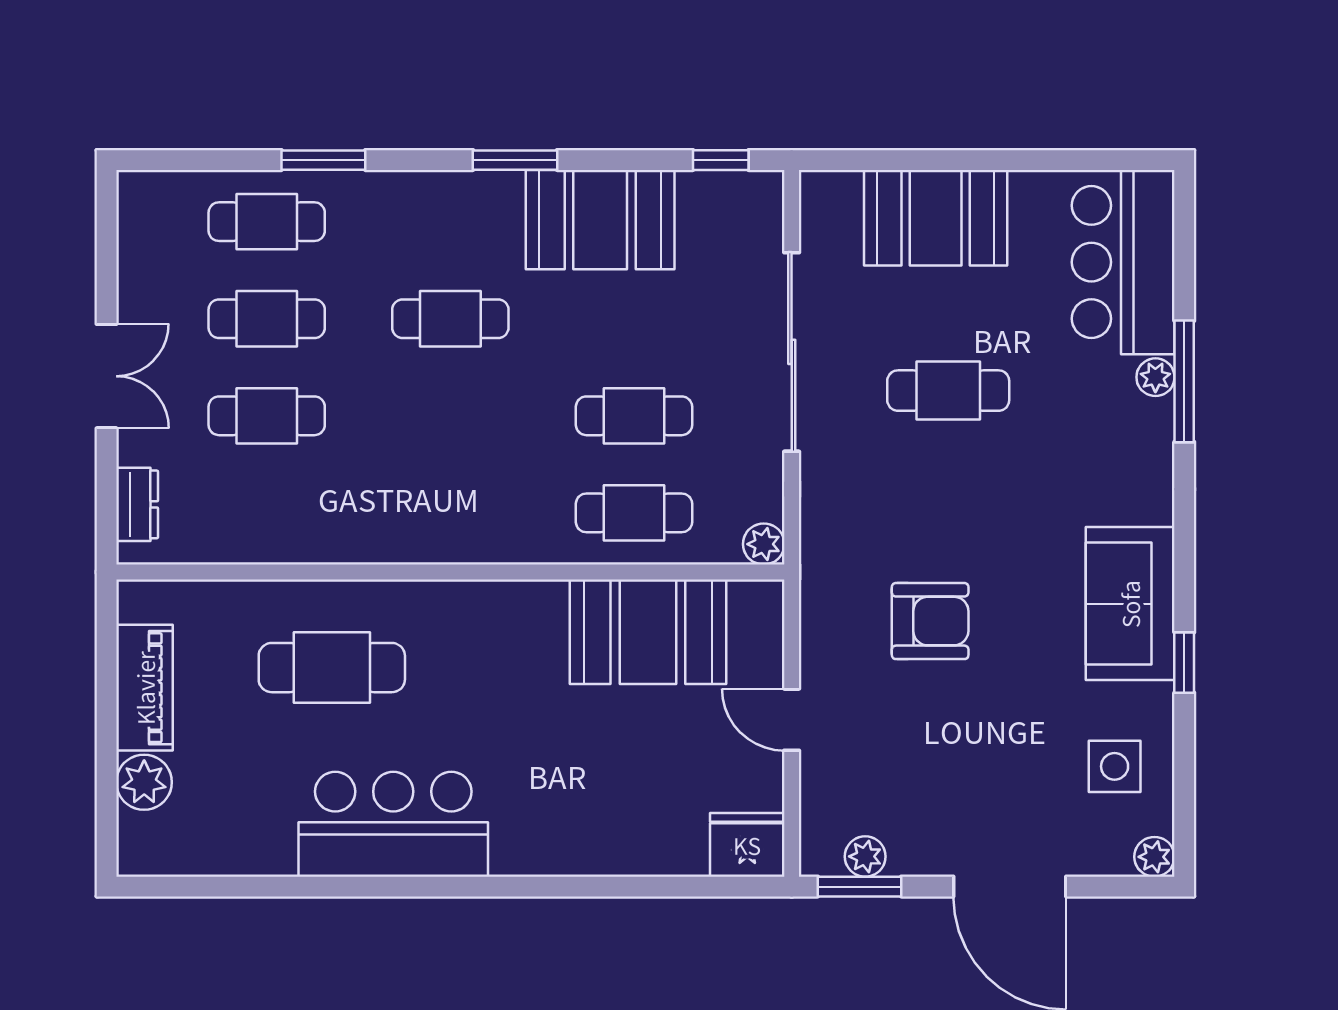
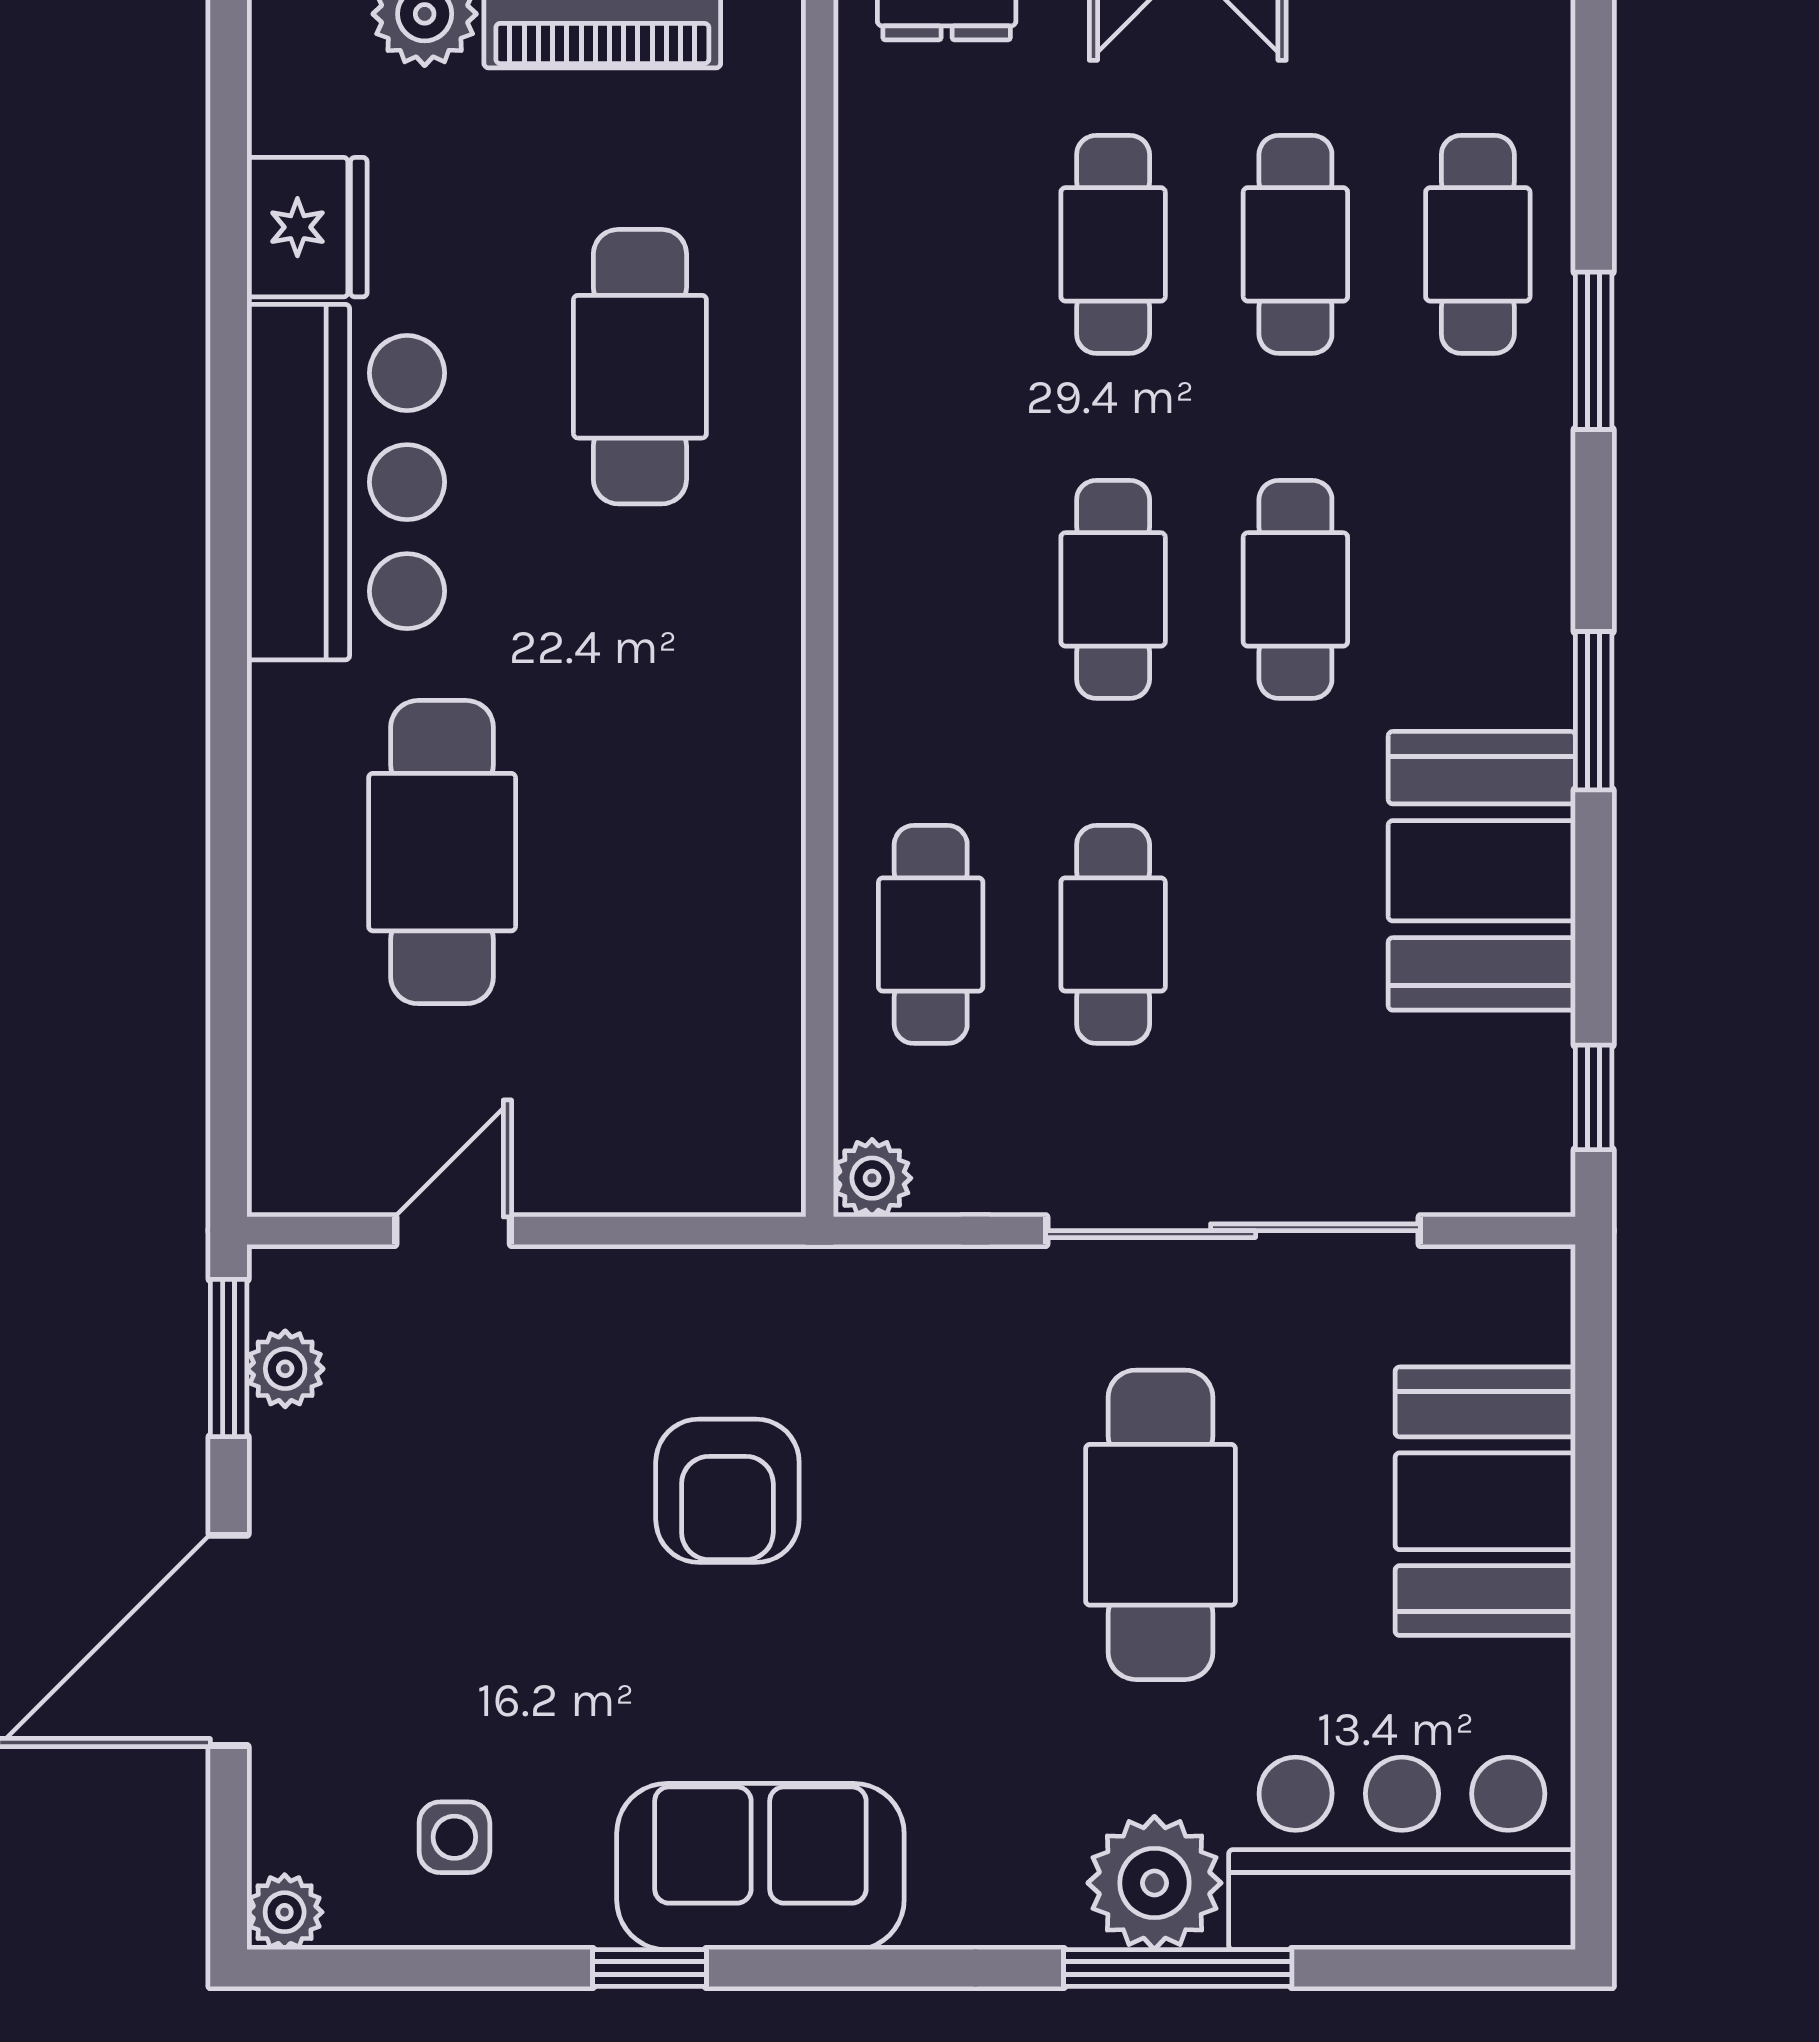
plant: (1155, 377) -> (1154, 1883), width x1.87, depth x1.87
cafe table: (948, 391) -> (1161, 1525), width x1.37, depth x1.35
cafe table: (450, 416) -> (1113, 589), added
booth: (648, 632) -> (707, 961), removed
door: (792, 720) -> (453, 1231), moved
side table: (1115, 766) -> (454, 1837), width x0.73, depth x0.73
cafe table: (590, 773) -> (442, 852), added
fridge: (747, 845) -> (307, 227), moved

